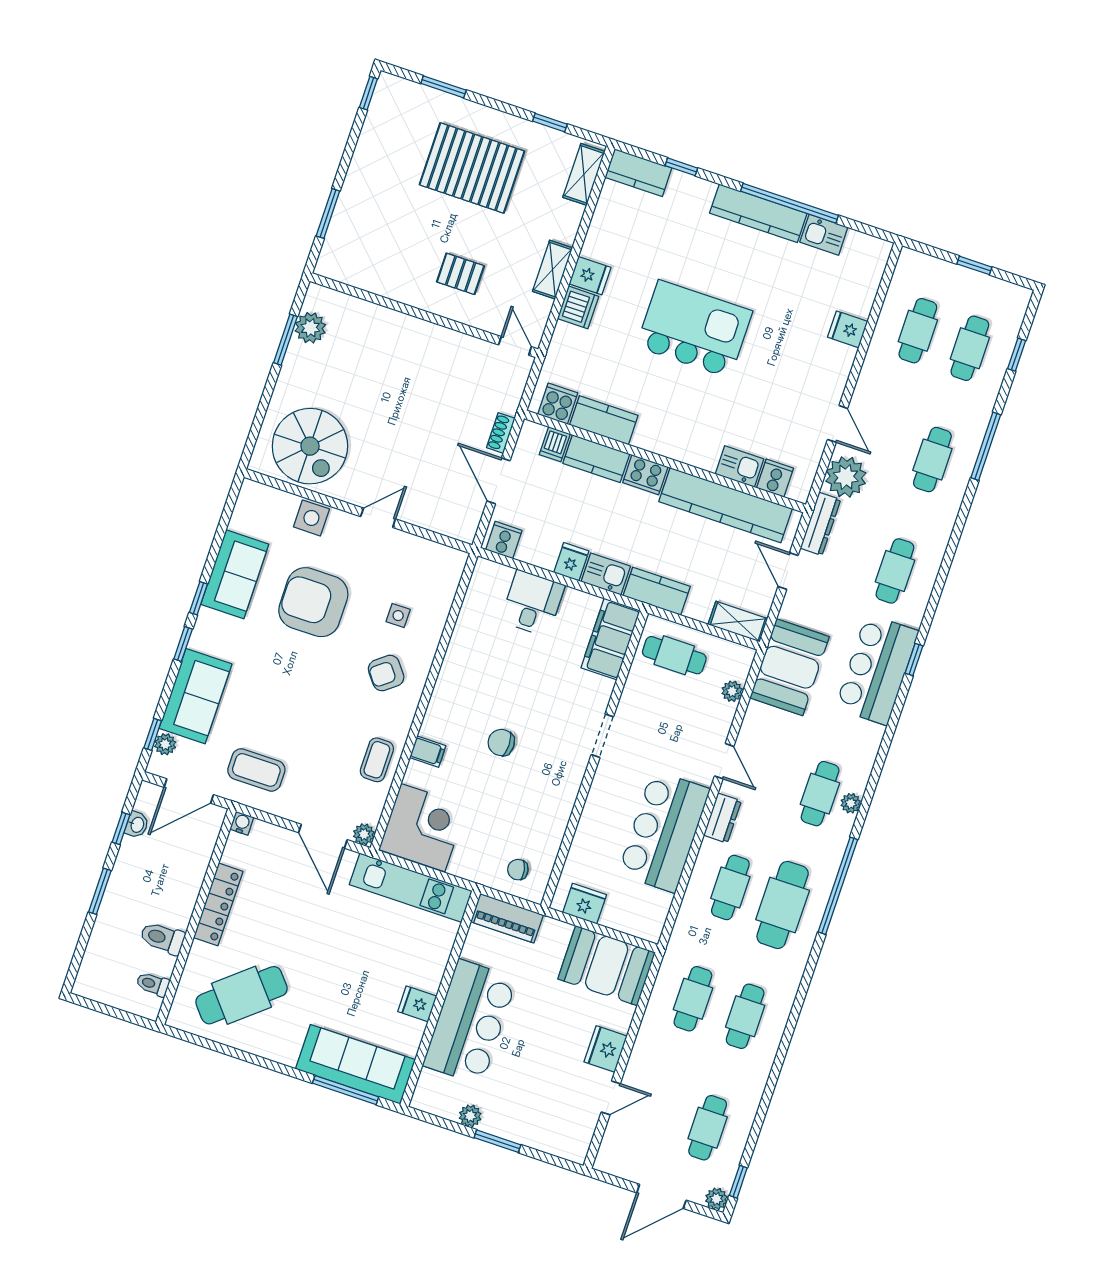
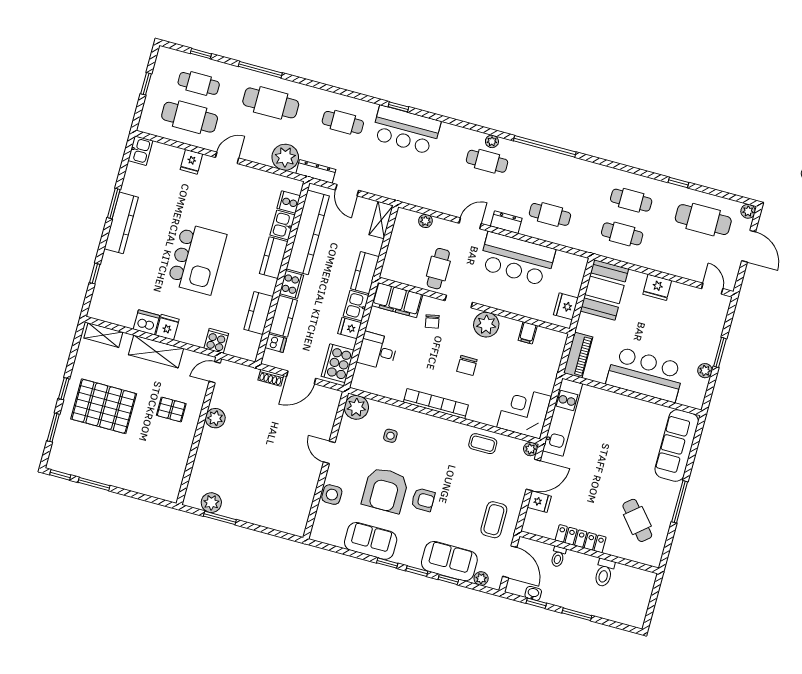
window: (550, 123) -> (64, 389), moved
pallet: (472, 168) -> (104, 406), turned 90
kitchen counter: (638, 173) -> (274, 258), moved, turned 180
window: (790, 203) -> (114, 204), width x0.47
window: (328, 214) -> (94, 484), moved
kitchen sink: (824, 235) -> (140, 151), moved
shelving: (552, 270) -> (156, 352), width x1.50, depth x1.33
pallet: (460, 274) -> (171, 410), turned 90
dishwasher: (578, 307) -> (146, 322), moved
kitchen island: (694, 329) -> (197, 259), turned 180
cafe table: (918, 331) -> (190, 117), width x1.37, depth x1.35
plant: (443, 342) -> (215, 418), added
cooker: (558, 404) -> (216, 341), moved, turned 90
door: (838, 424) -> (227, 158), moved
spiral stairs: (310, 446) -> (286, 498), removed
cafe table: (932, 460) -> (271, 103), width x1.37, depth x1.35
cooker: (504, 540) -> (338, 363), width x1.87, depth x1.31
plant: (446, 565) -> (356, 407), added
door: (788, 571) -> (347, 190), hinge flipped
cafe table: (674, 655) -> (438, 269), moved
booth: (790, 667) -> (408, 186), removed
armchair: (386, 673) -> (423, 500), moved, turned -52
bookcase: (444, 690) -> (436, 404), added
window: (153, 734) -> (448, 580), moved
filing cabinet: (428, 752) -> (528, 333), moved, turned 180
plant: (564, 777) -> (486, 325), added
water cooler: (242, 823) -> (528, 527), removed
chair: (518, 870) -> (432, 321), moved
cafe table: (783, 905) -> (559, 181), removed
toilet: (153, 984) -> (558, 557), moved
cafe table: (241, 995) -> (637, 520), width x0.73, depth x0.74
fridge: (417, 1004) -> (539, 502), moved, turned -90
window: (346, 1090) -> (680, 502), moved
door: (611, 1098) -> (712, 289), moved
cafe table: (708, 1128) -> (703, 220), width x1.37, depth x1.35
window: (738, 1182) -> (678, 182), moved

